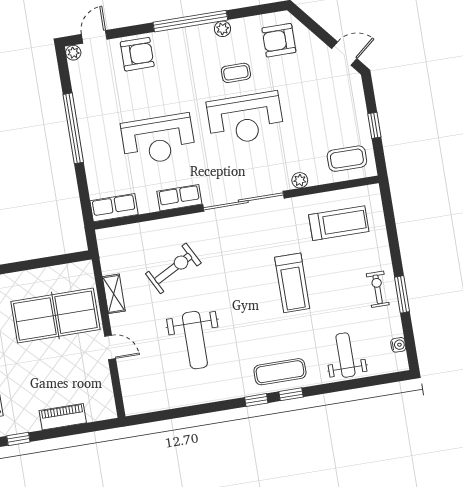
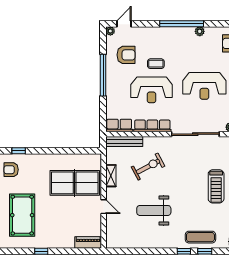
armchair: (137, 54) -> (126, 55), moved
coffee table: (236, 73) -> (156, 64), moved
row of seats: (179, 198) -> (152, 126), width x1.48
bench: (127, 233) -> (124, 142), added
weight bench: (195, 340) -> (154, 210), turned 90
piano: (63, 417) -> (88, 243), moved

